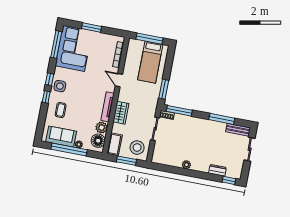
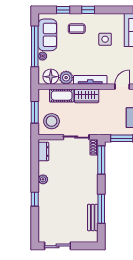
window: (50, 79) -> (63, 10), moved
side table: (60, 86) -> (105, 39), moved
bench: (238, 130) -> (93, 217), moved
cot: (114, 144) -> (62, 96), moved
sliding door: (250, 149) -> (58, 246), moved
dresser: (217, 170) -> (43, 152), moved
window: (229, 180) -> (35, 199), moved

